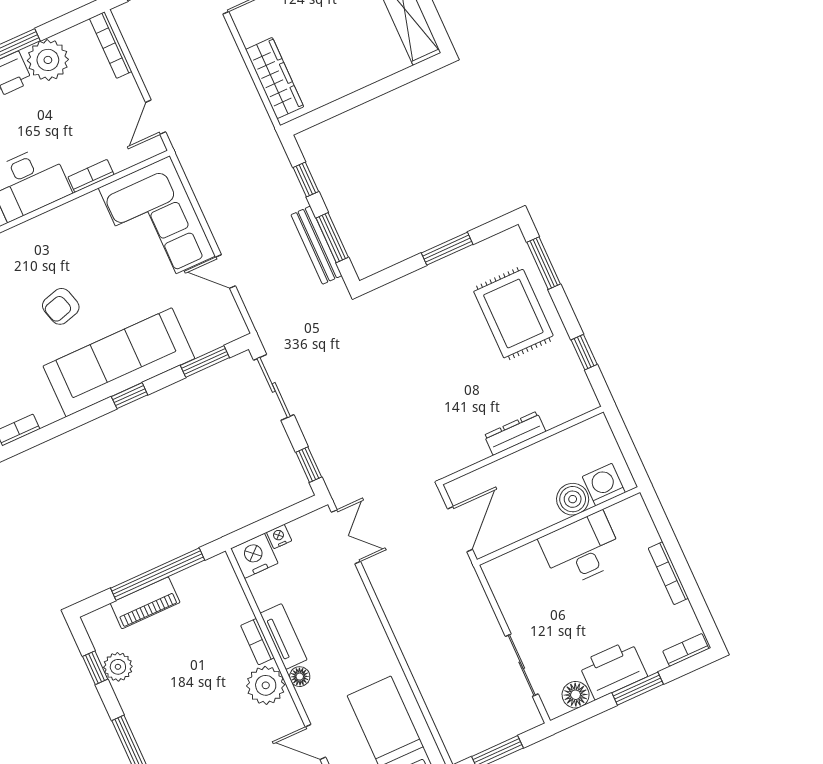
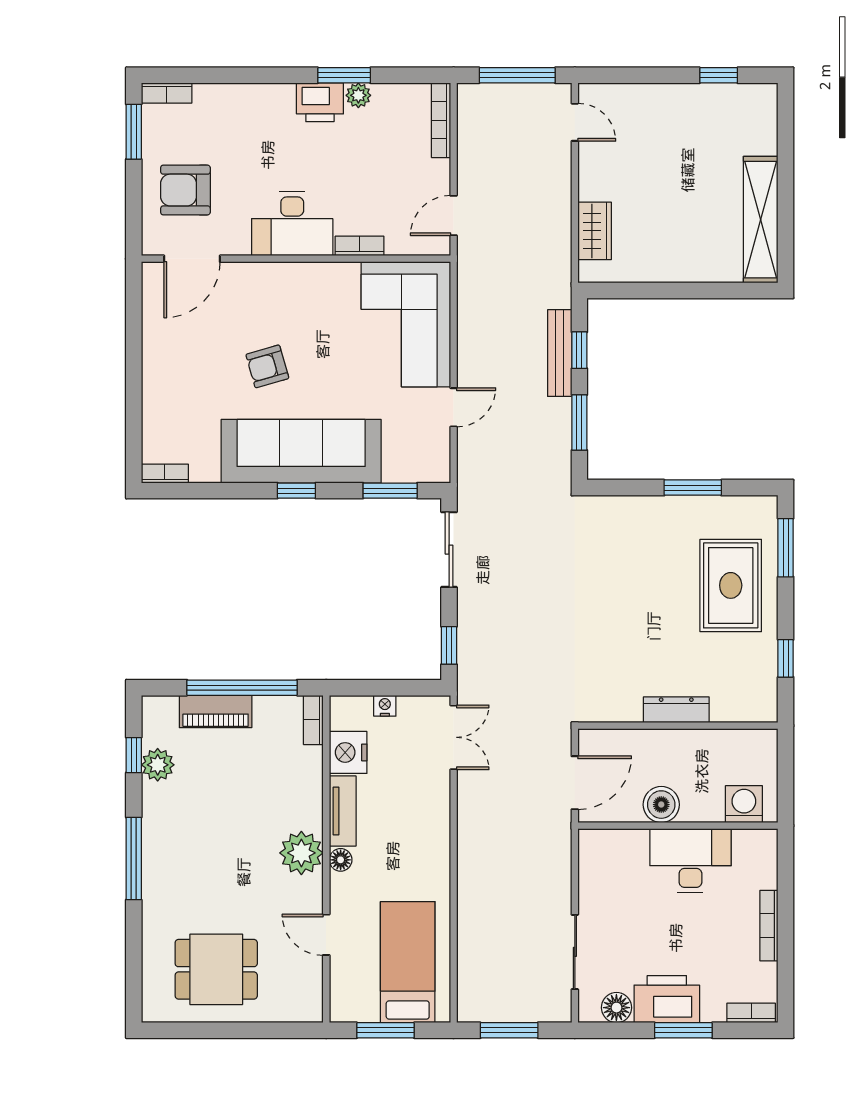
plant: (48, 60) -> (358, 95), width x0.53, depth x0.53
wardrobe: (275, 78) -> (595, 231), width x0.67
bench: (316, 245) -> (560, 353), moved
door: (226, 271) -> (454, 407), swing flipped
boiler: (573, 499) -> (661, 805), moved
nightstand: (254, 556) -> (348, 752), moved, turned -90
bookcase: (257, 642) -> (313, 720), moved

